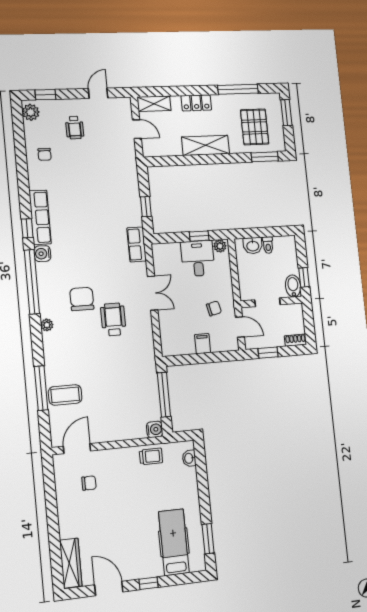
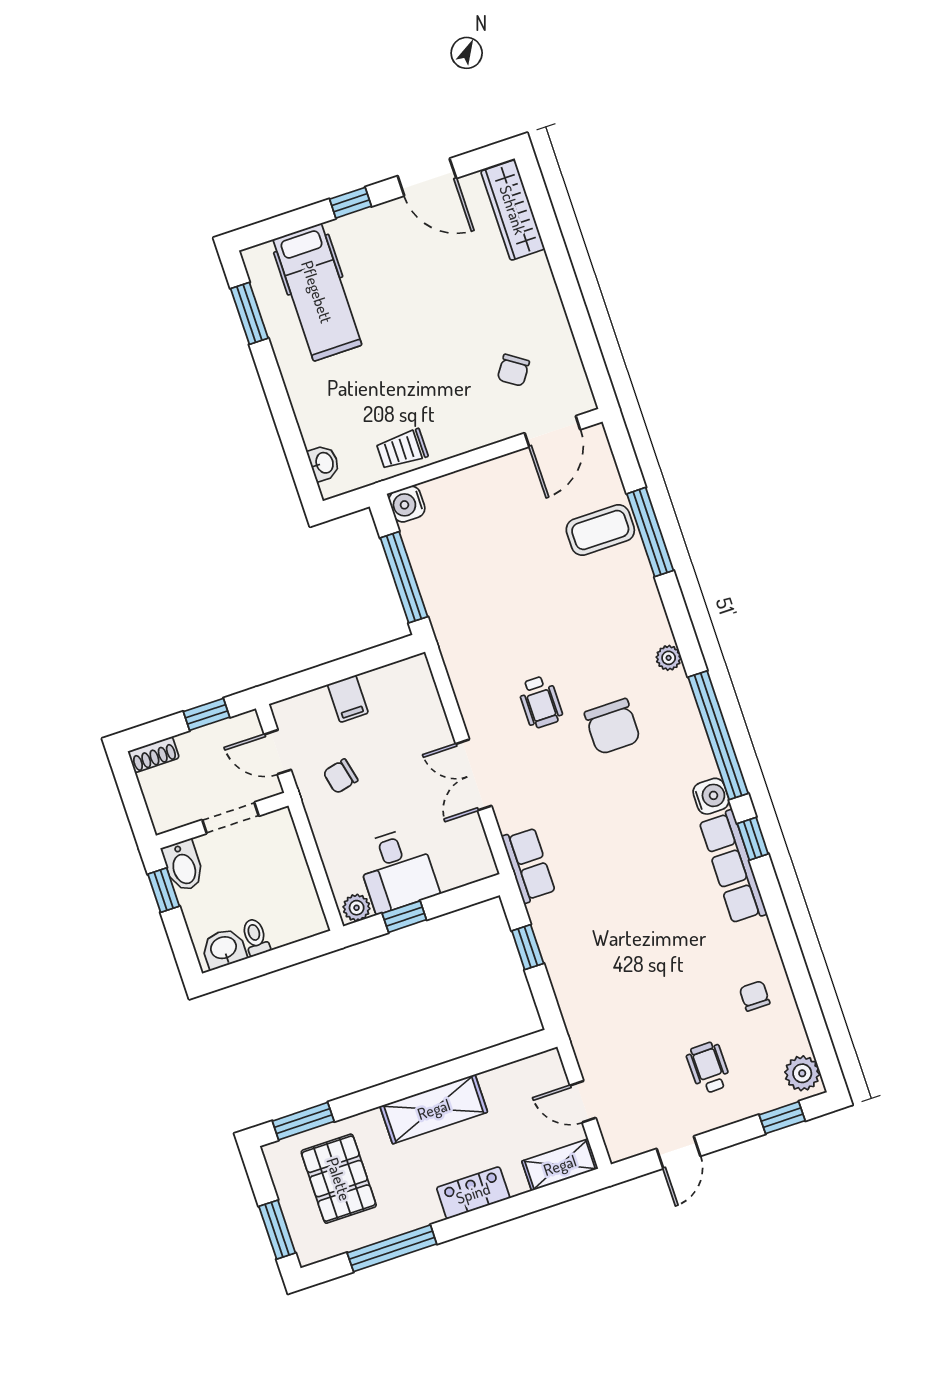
washbasin: (253, 246) -> (224, 949), moved
wheelchair: (113, 319) -> (540, 702), width x0.73, depth x0.73
chair: (89, 483) -> (513, 370), turned -56

